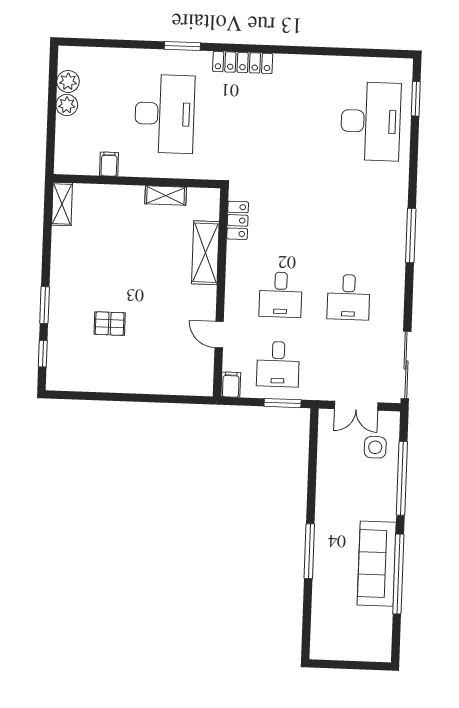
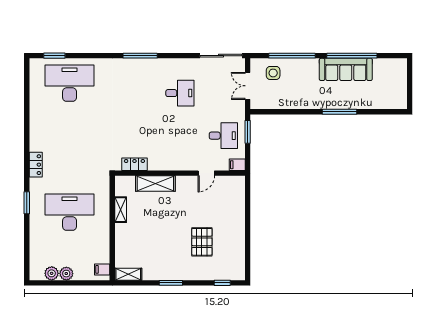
locker: (243, 62) -> (36, 165), width x0.66
filing cabinet: (109, 164) -> (102, 269), moved
desk: (281, 295) -> (180, 136), removed
window: (45, 305) -> (171, 283), moved
pallet: (110, 324) -> (202, 242), width x1.50, depth x1.42
double door: (356, 406) -> (248, 86), swing flipped

